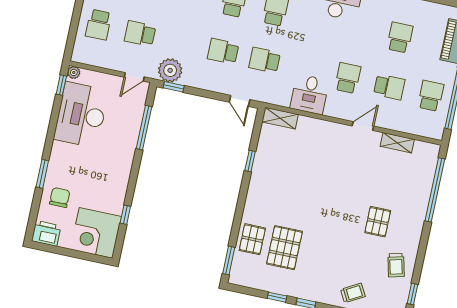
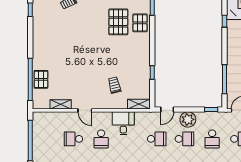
plant: (170, 70) -> (188, 119), moved
school desk: (431, 96) -> (212, 139), moved
door: (240, 101) -> (167, 109), swing flipped
door: (363, 126) -> (85, 110), hinge flipped
pallet: (378, 222) -> (41, 79), moved
trolley: (396, 265) -> (114, 85), moved

